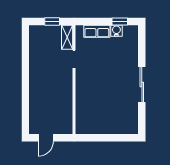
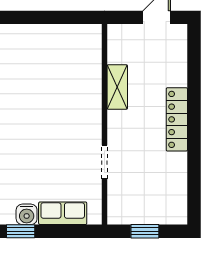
shelving: (67, 37) -> (117, 87), moved
locker: (35, 82) -> (177, 119), added

